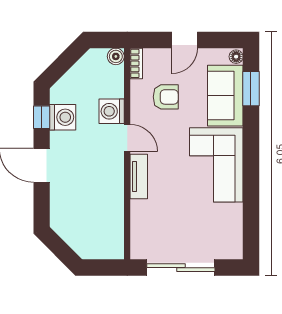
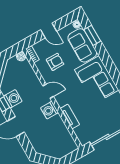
door: (185, 40) -> (49, 31), hinge flipped
washing machine: (112, 111) -> (49, 110), moved
tv unit: (139, 177) -> (70, 116), moved

